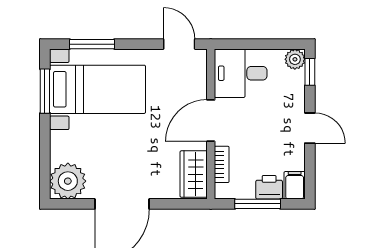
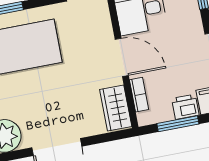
door: (211, 121) -> (122, 57), swing flipped

